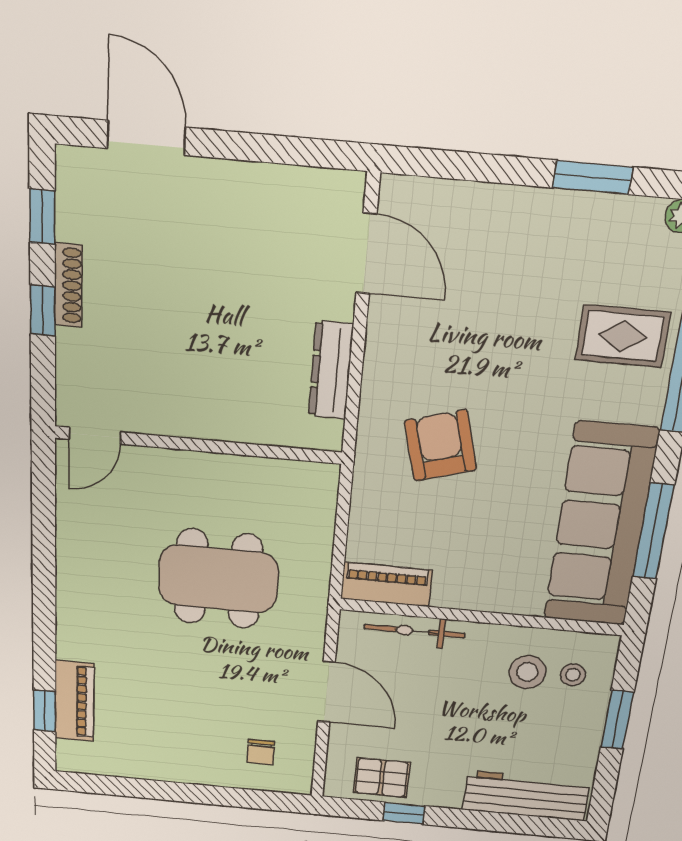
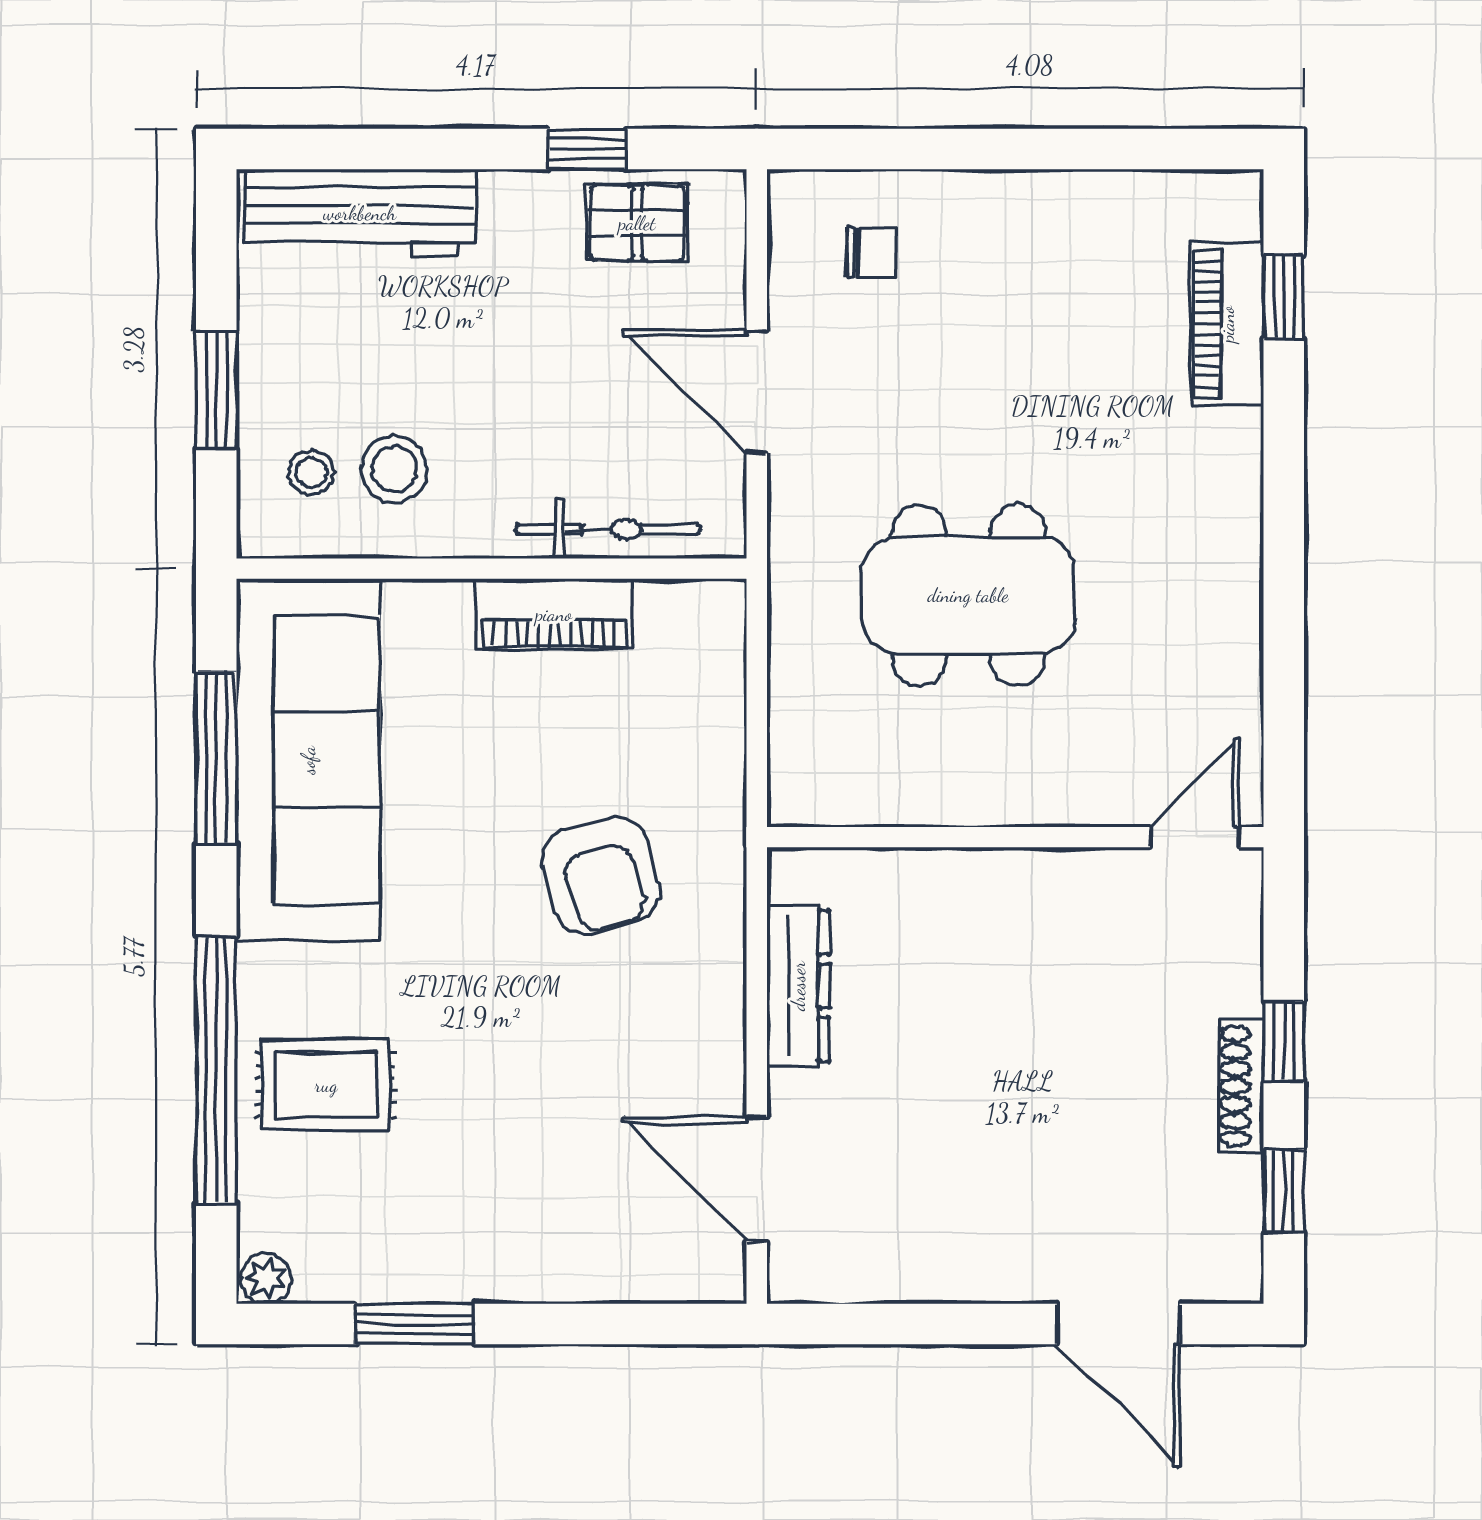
piano: (386, 585) -> (554, 614), moved
chair: (261, 752) -> (871, 253), turned 90

